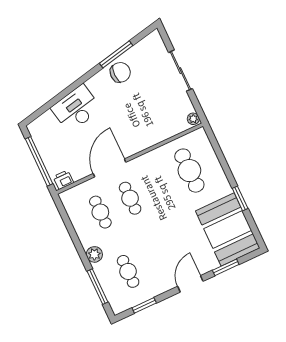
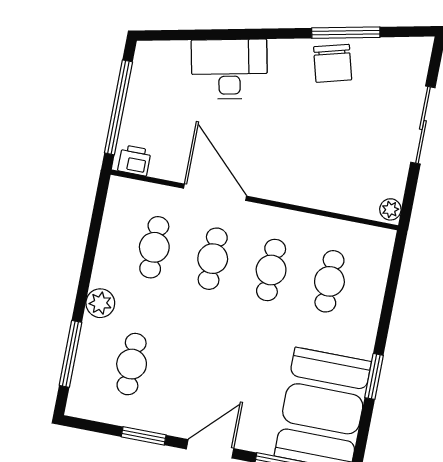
chair: (120, 72) -> (333, 63), turned 75
door: (110, 168) -> (215, 192), hinge flipped
cafe table: (189, 171) -> (329, 281), width x0.73, depth x0.74
cafe table: (160, 184) -> (271, 270), added
window: (144, 305) -> (144, 436), moved

